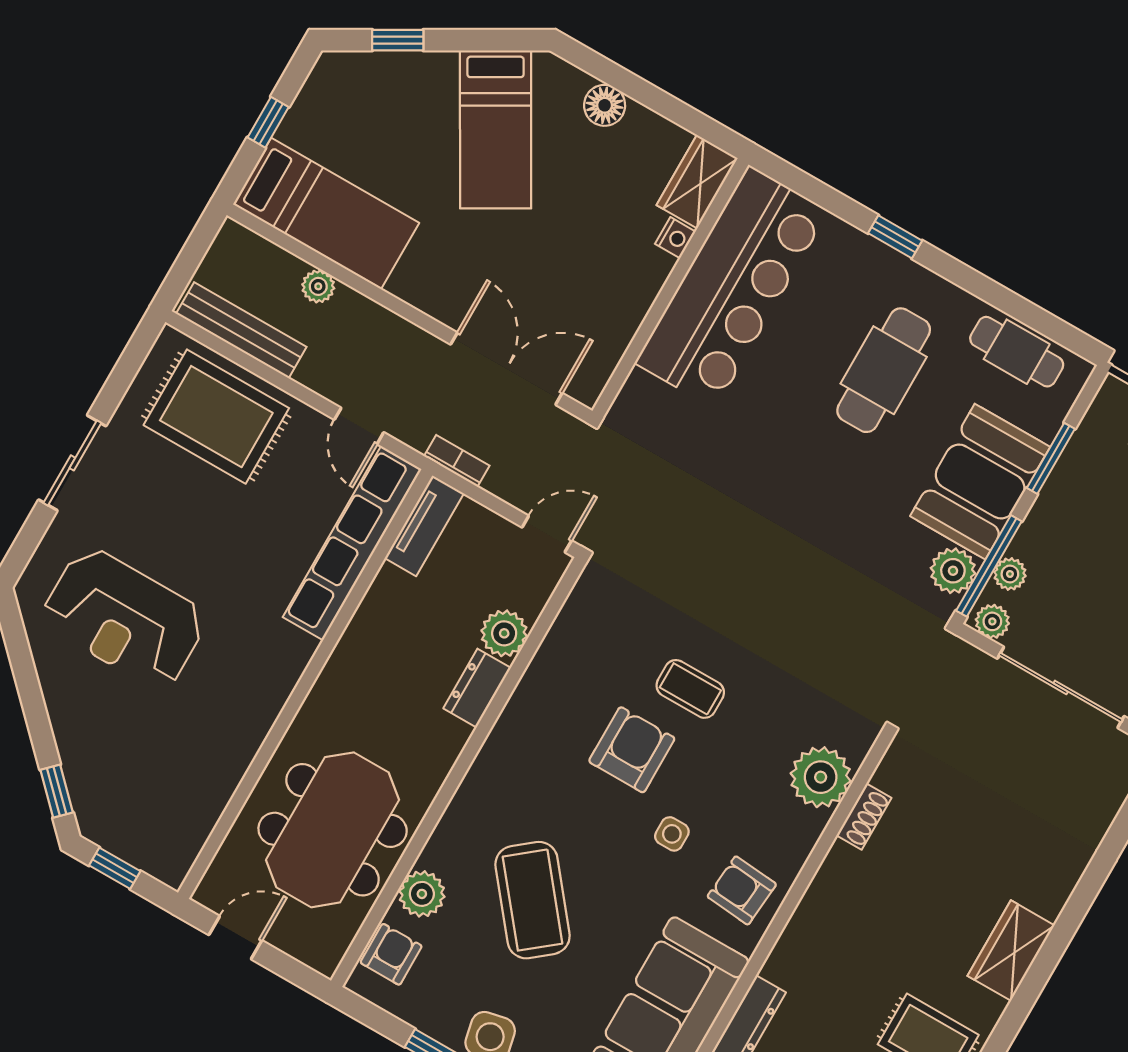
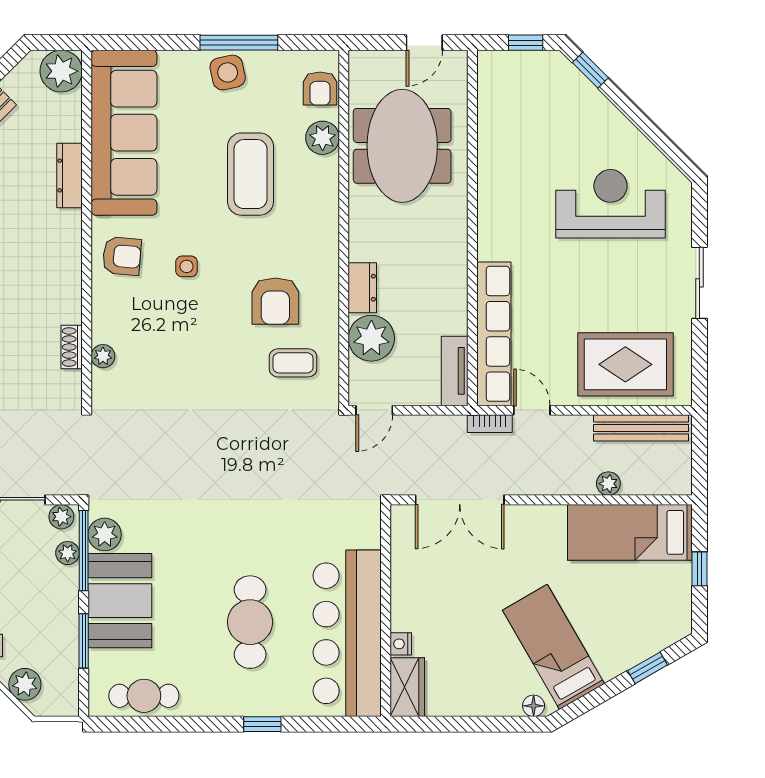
floor lamp: (605, 105) -> (534, 706), moved, width x0.73, depth x0.73
cafe table: (884, 370) -> (250, 622), moved
bookcase: (457, 461) -> (490, 424), moved
plant: (504, 633) -> (371, 338), width x1.36, depth x1.36
coffee table: (690, 689) -> (293, 363), moved
armchair: (632, 750) -> (275, 301), moved
plant: (821, 777) -> (103, 356), width x0.53, depth x0.53
coffee table: (533, 900) -> (250, 174), turned 39

